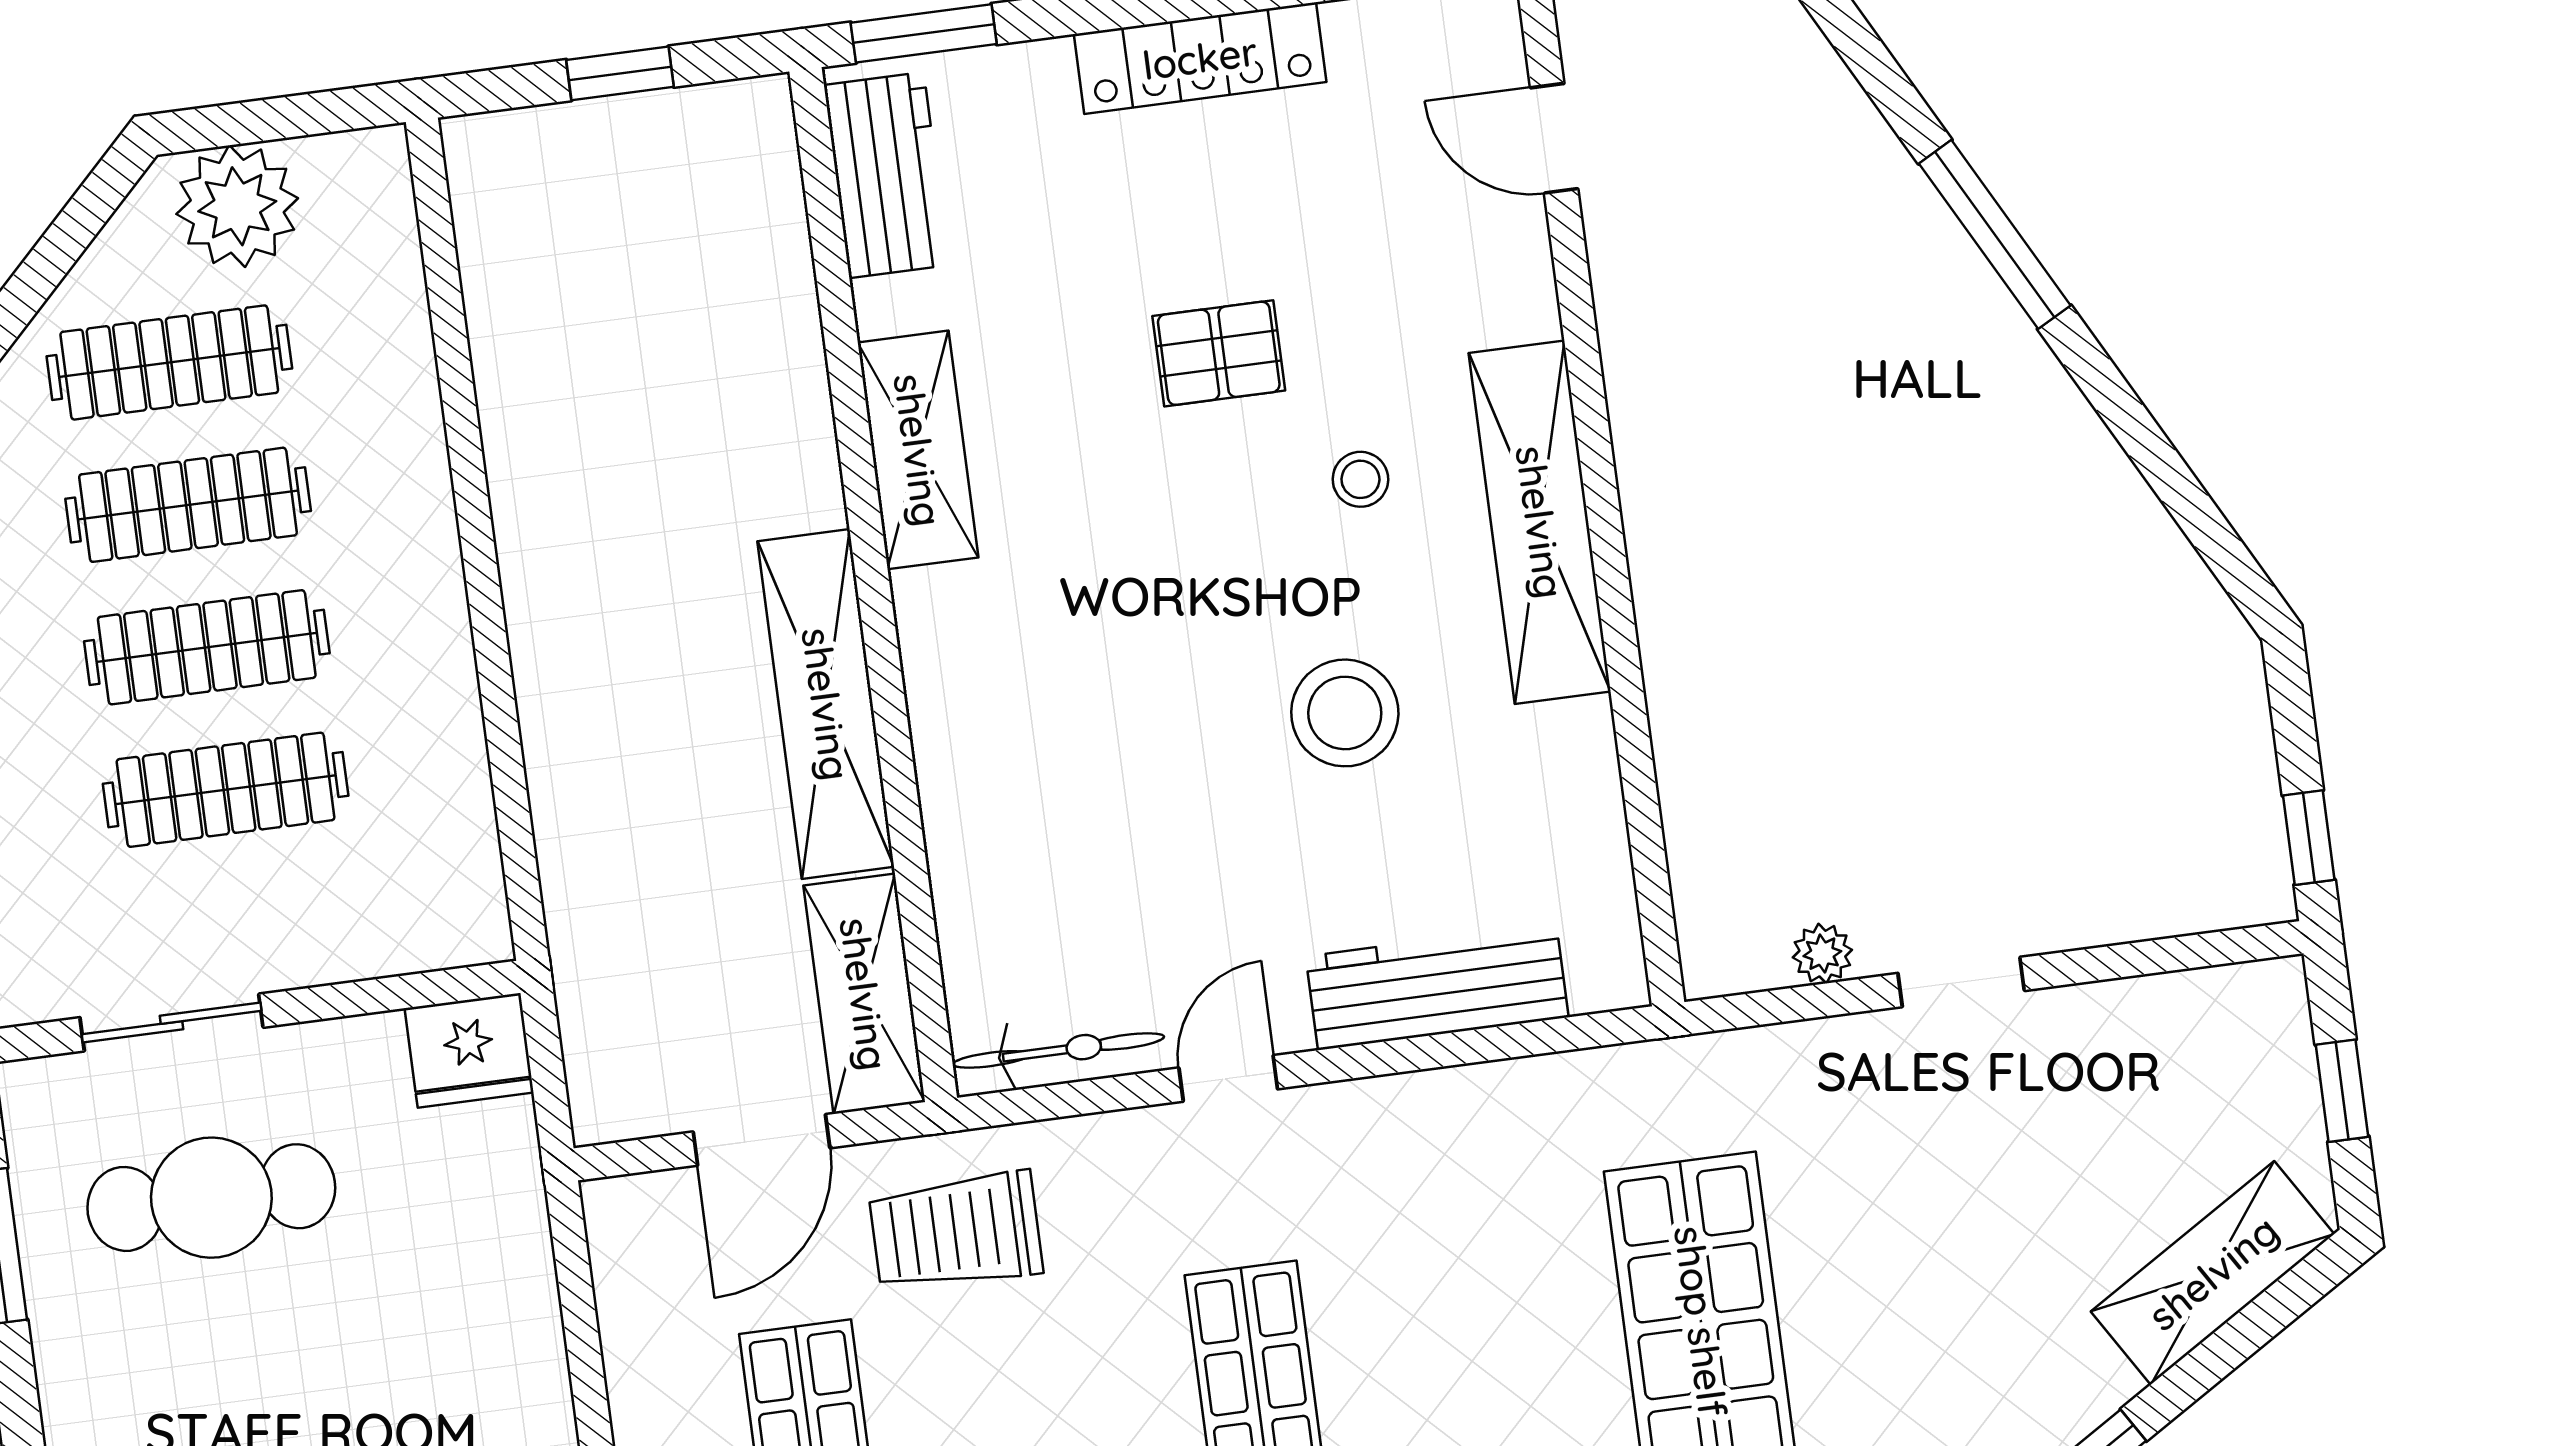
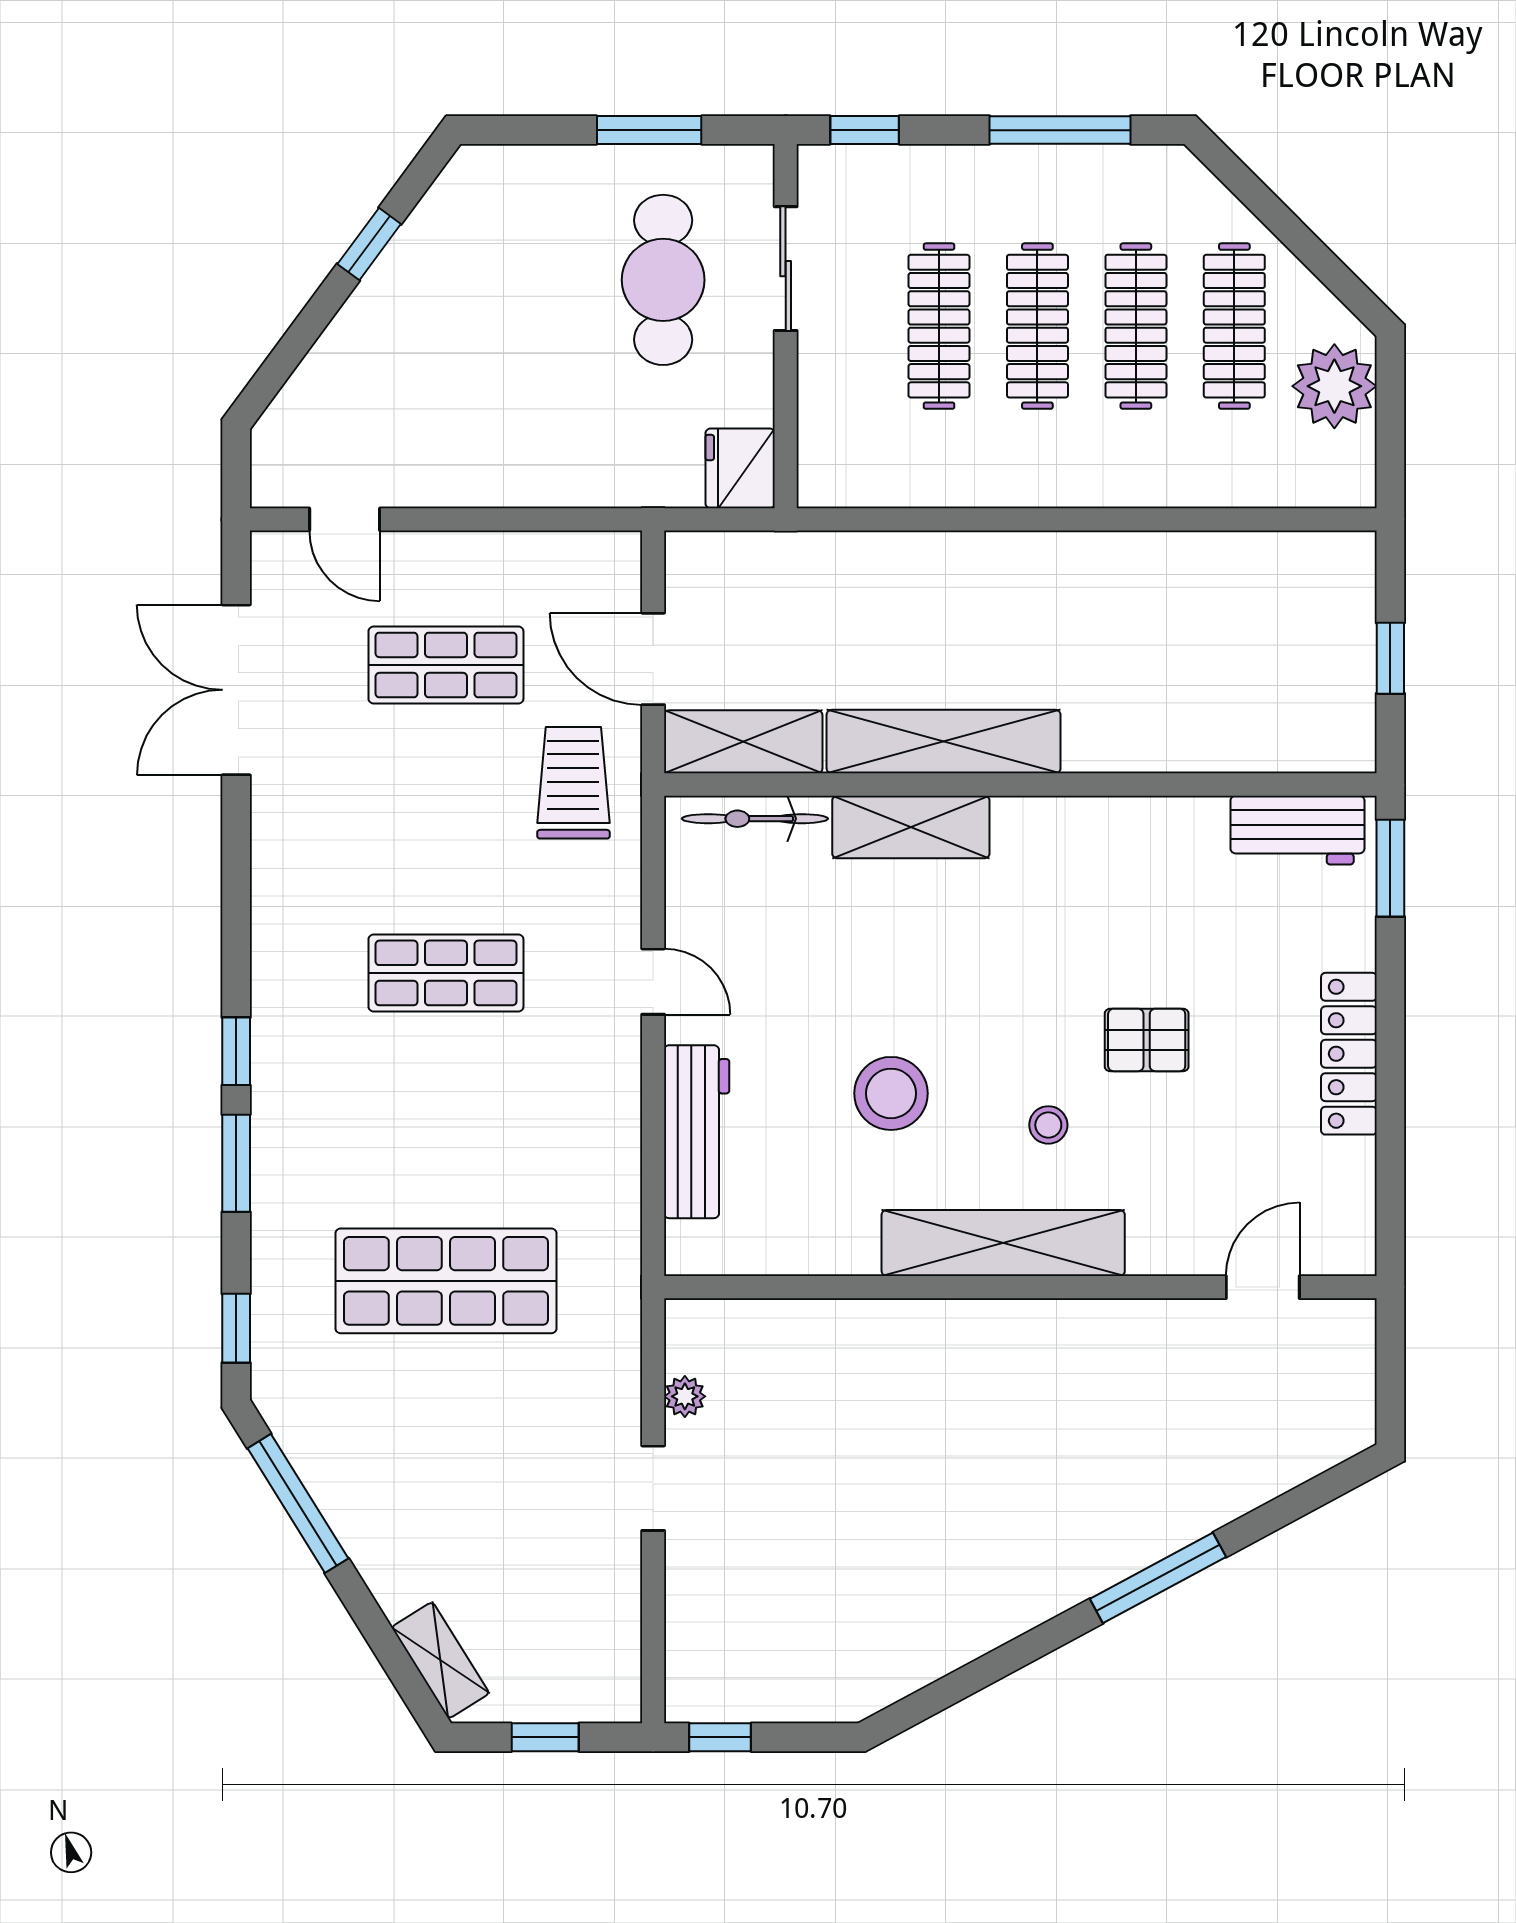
pallet: (1219, 353) -> (1147, 1040), turned 90
shelving: (918, 450) -> (911, 827), moved
bicycle: (1058, 1050) -> (755, 819), moved, turned 90
shelving: (2213, 1273) -> (440, 1660), width x0.67, depth x0.75

